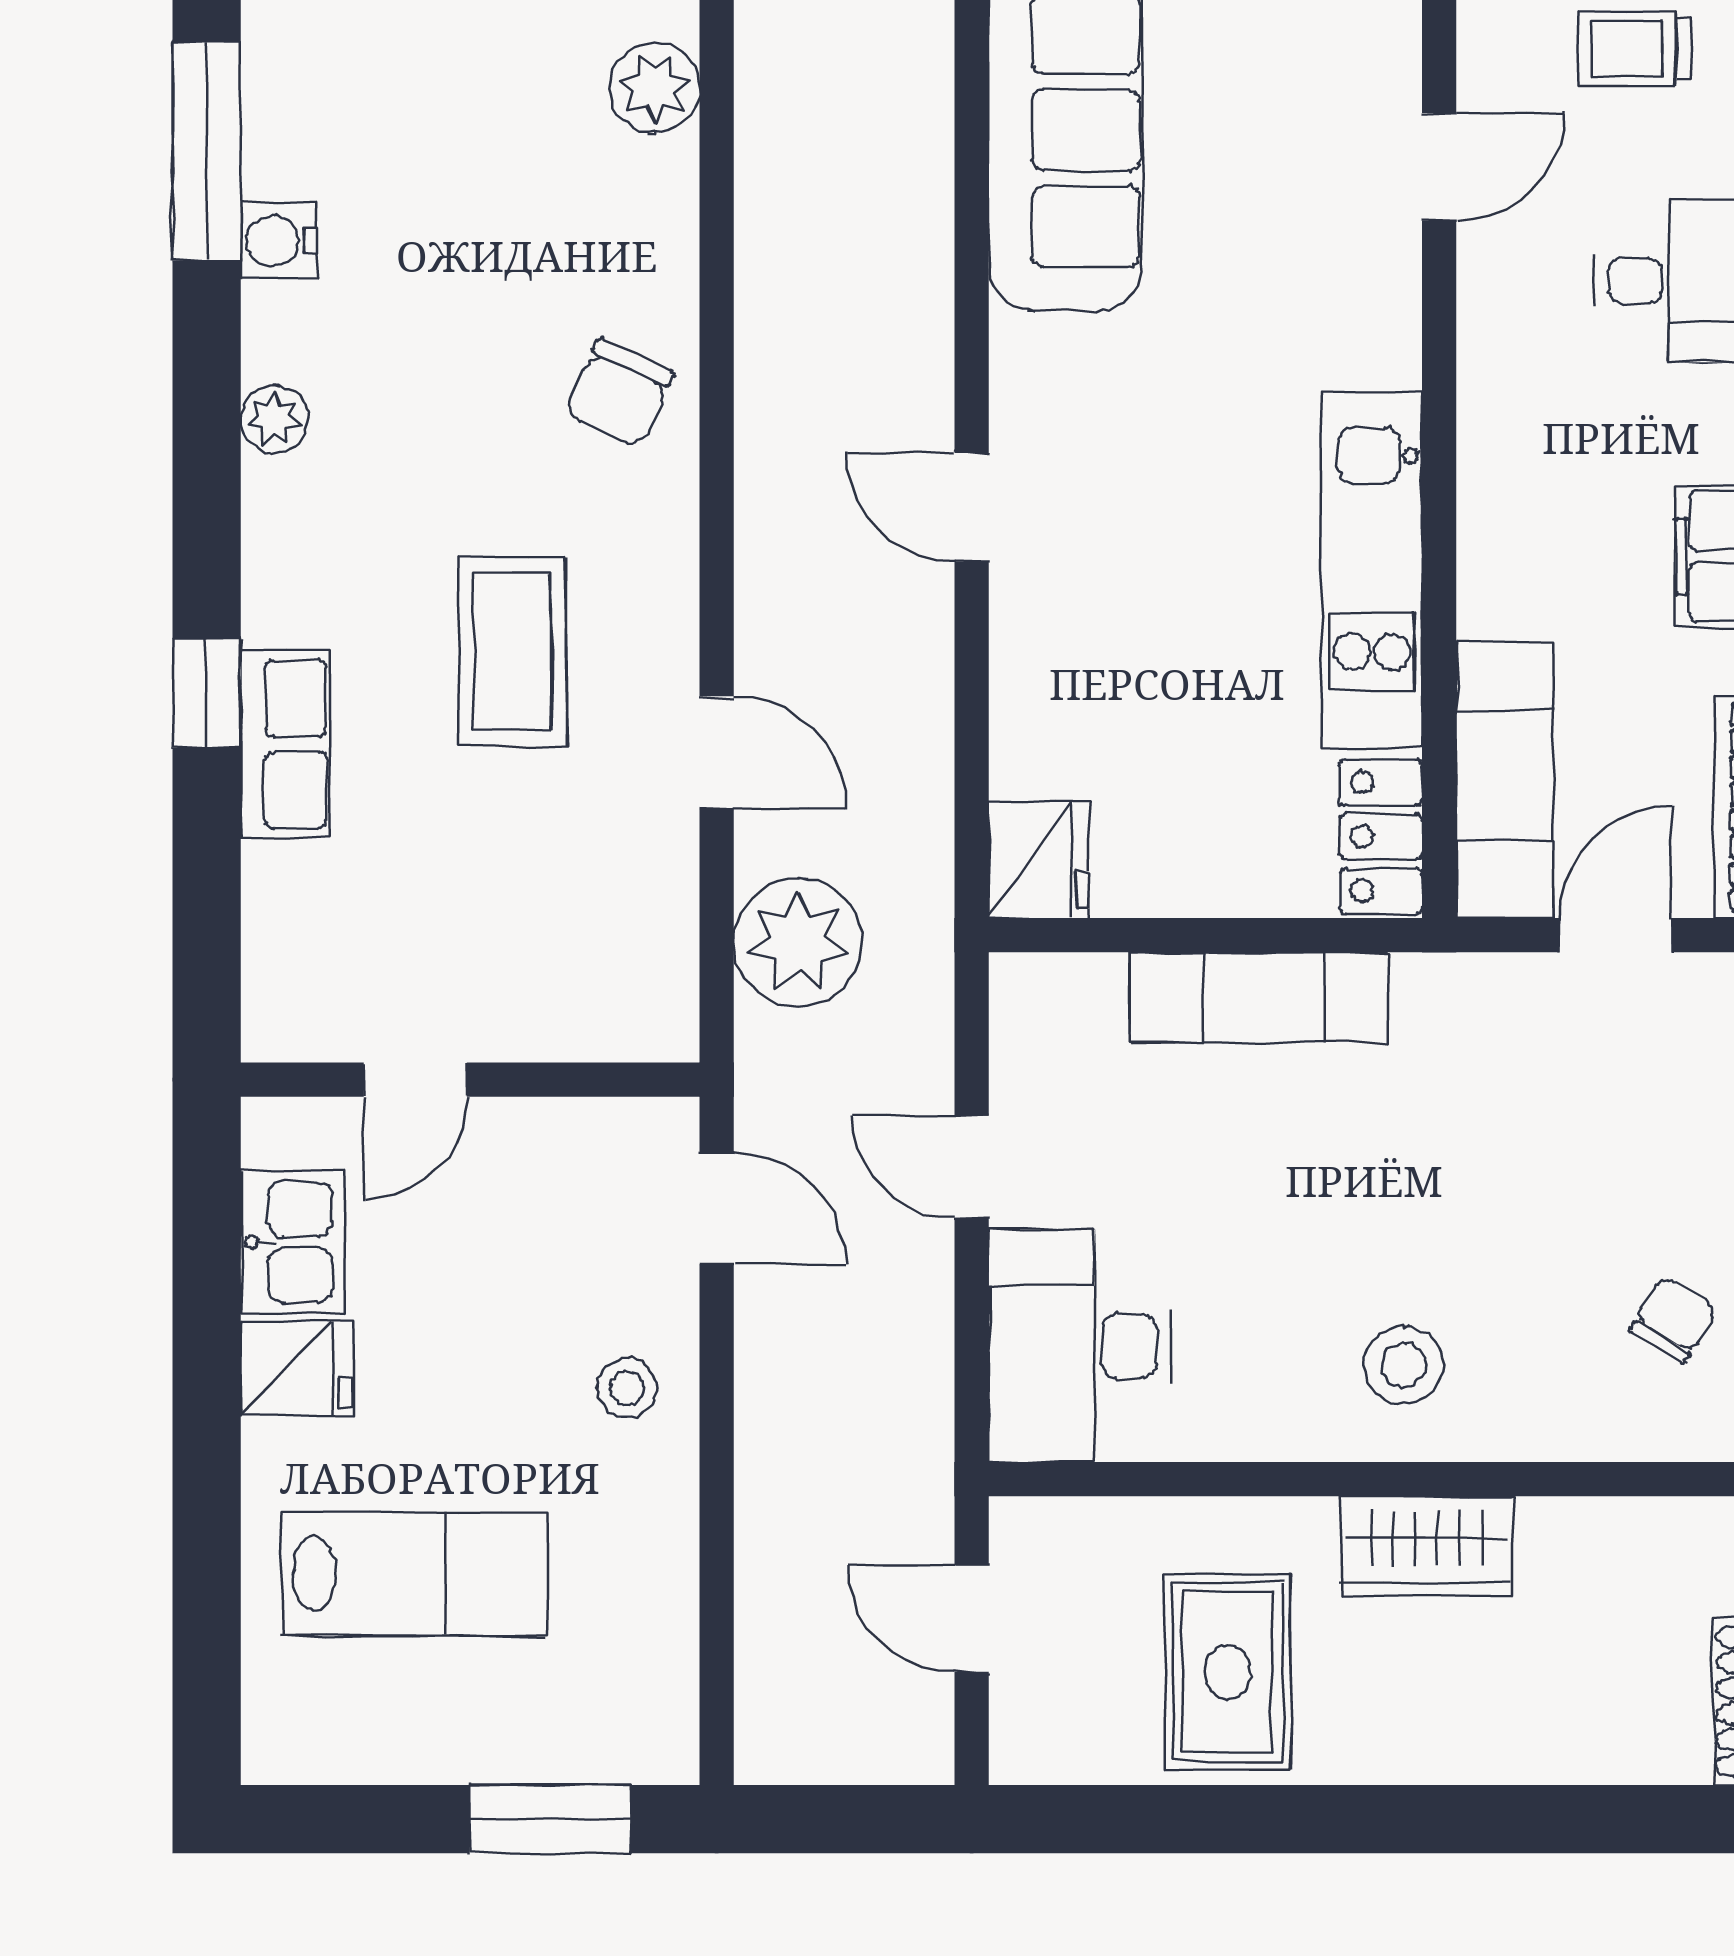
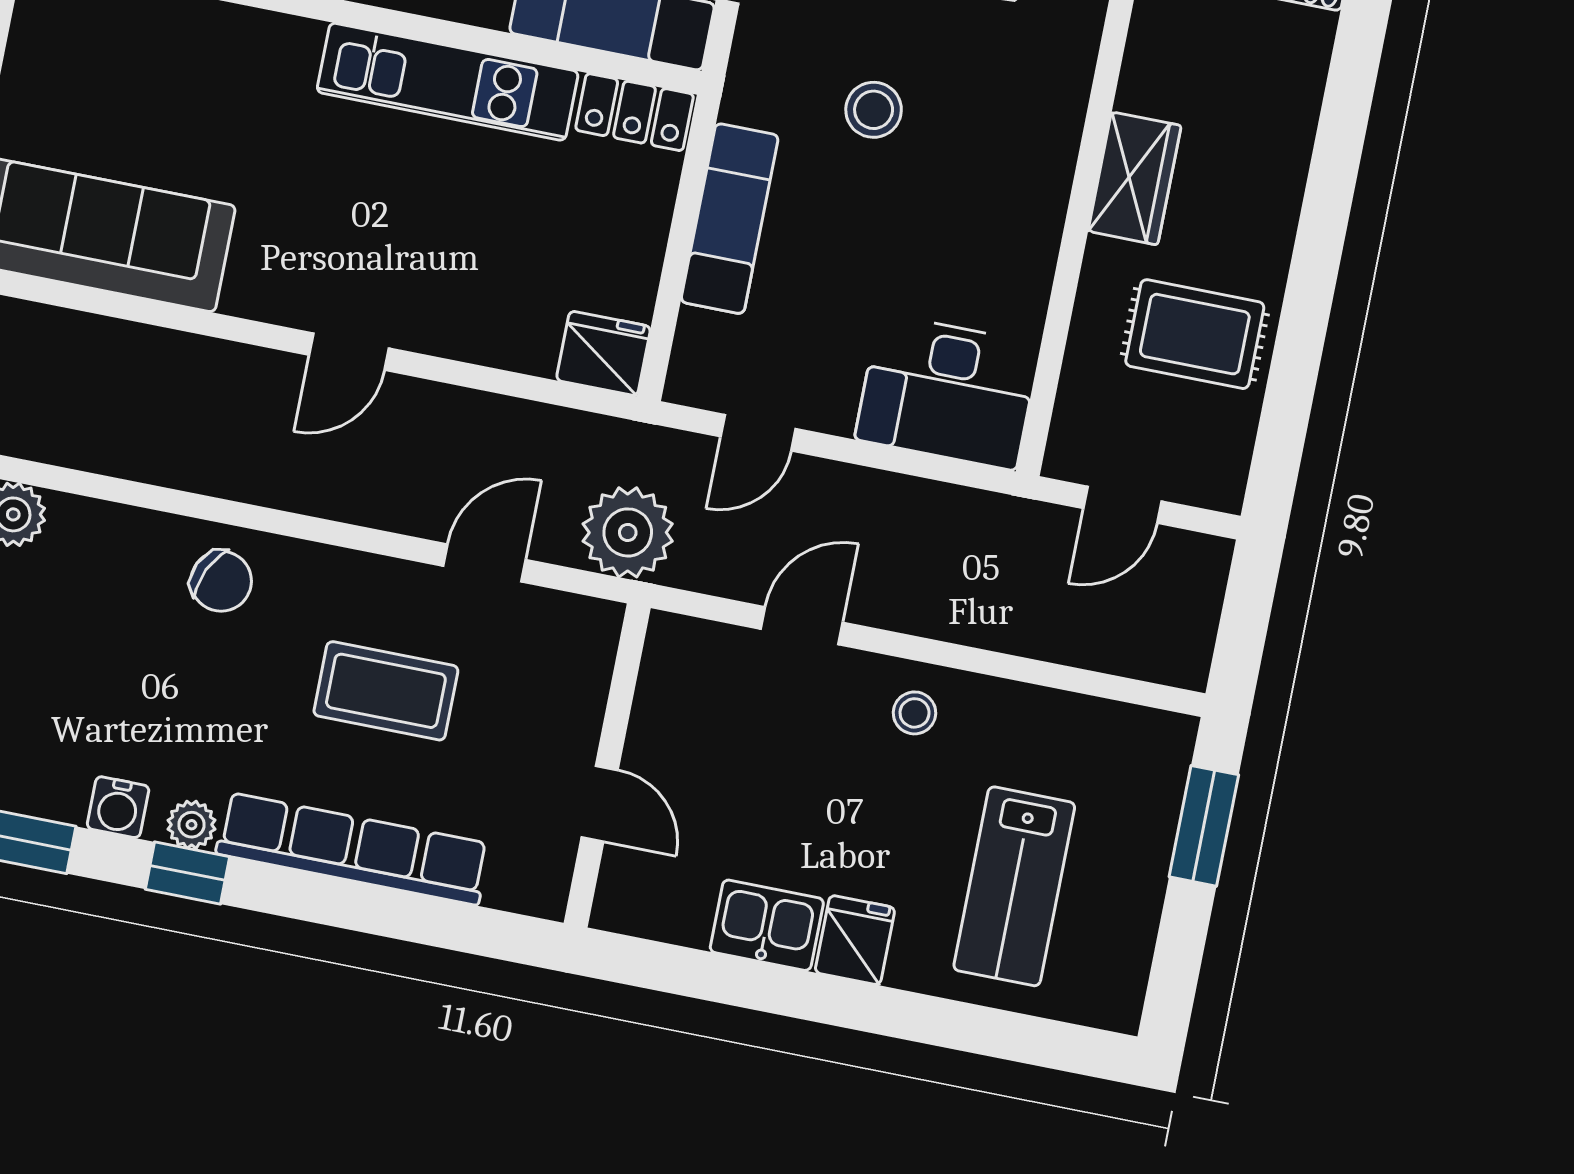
water cooler: (279, 241) -> (118, 807), moved
window: (207, 693) -> (188, 873), moved
row of seats: (285, 744) -> (353, 849), width x2.02
door: (415, 1080) -> (600, 804), moved
wall: (470, 1080) -> (607, 765), moved
door: (972, 1167) -> (758, 433), moved
stool: (1404, 1365) -> (874, 110), moved
lab bench: (414, 1574) -> (1014, 886), turned 180

